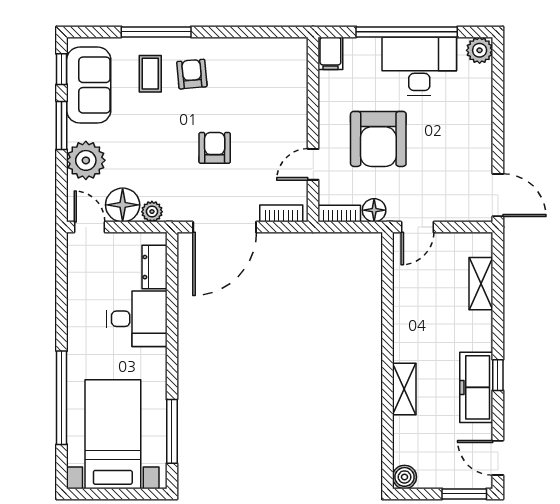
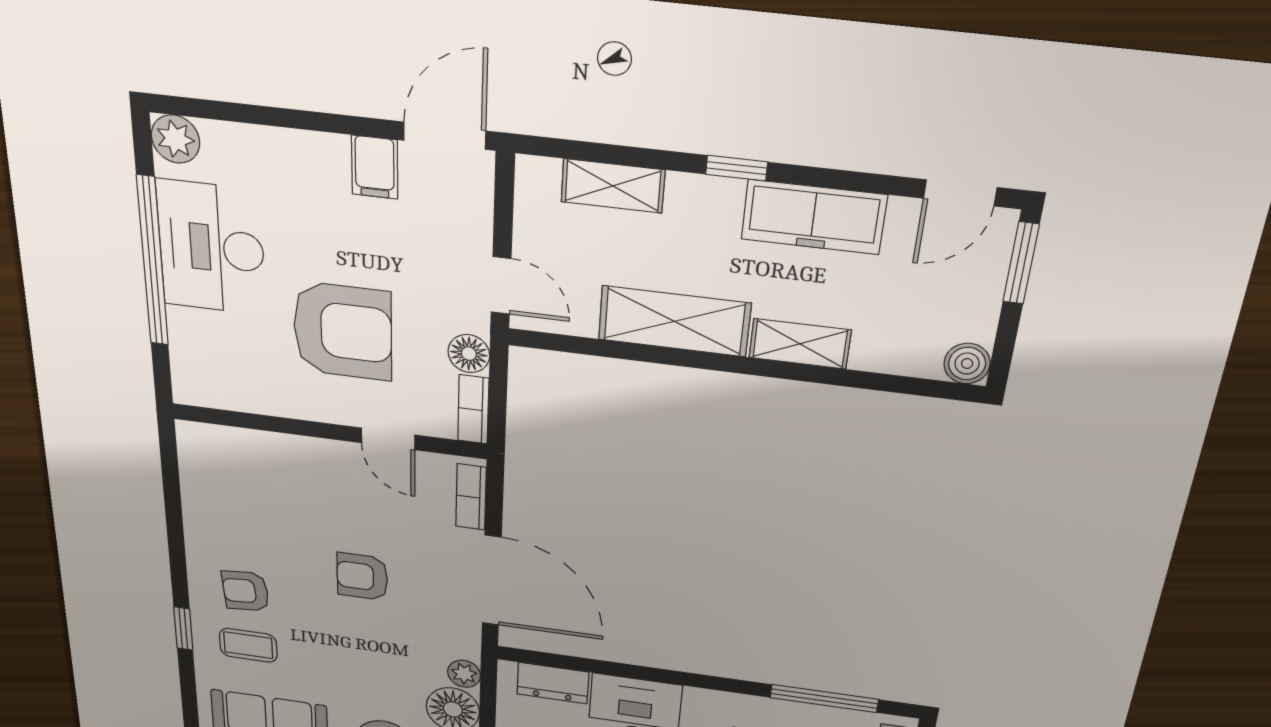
window: (156, 32) -> (183, 629), width x0.46
filing cabinet: (330, 53) -> (375, 167), moved, turned 90
shelving: (409, 321) -> (674, 321), added
window: (498, 375) -> (737, 168), moved

